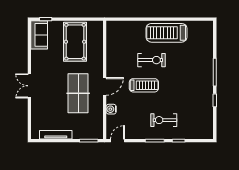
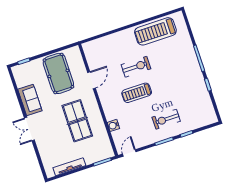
treadmill: (167, 33) -> (155, 31), moved
sofa: (39, 35) -> (30, 100), moved
treadmill: (144, 85) -> (137, 93), turned 180
door: (105, 86) -> (91, 80), moved

